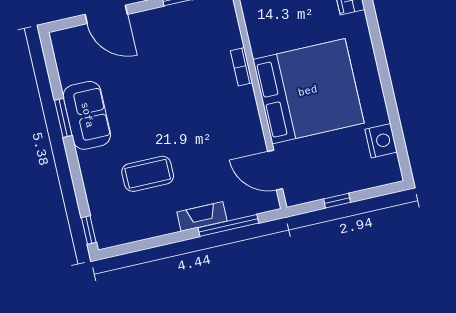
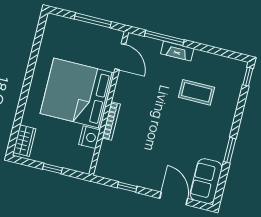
bookcase: (241, 67) -> (111, 121), width x1.56
sofa: (87, 115) -> (206, 181), moved
nightstand: (381, 141) -> (90, 137), moved, turned 180
window: (337, 201) -> (93, 20), width x2.17

